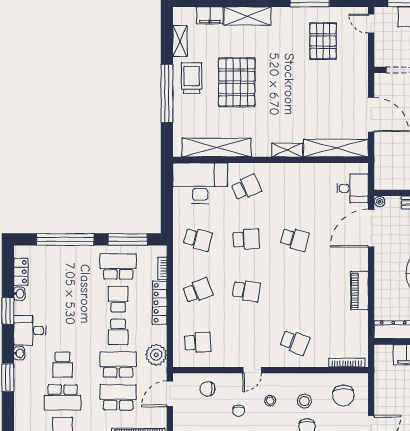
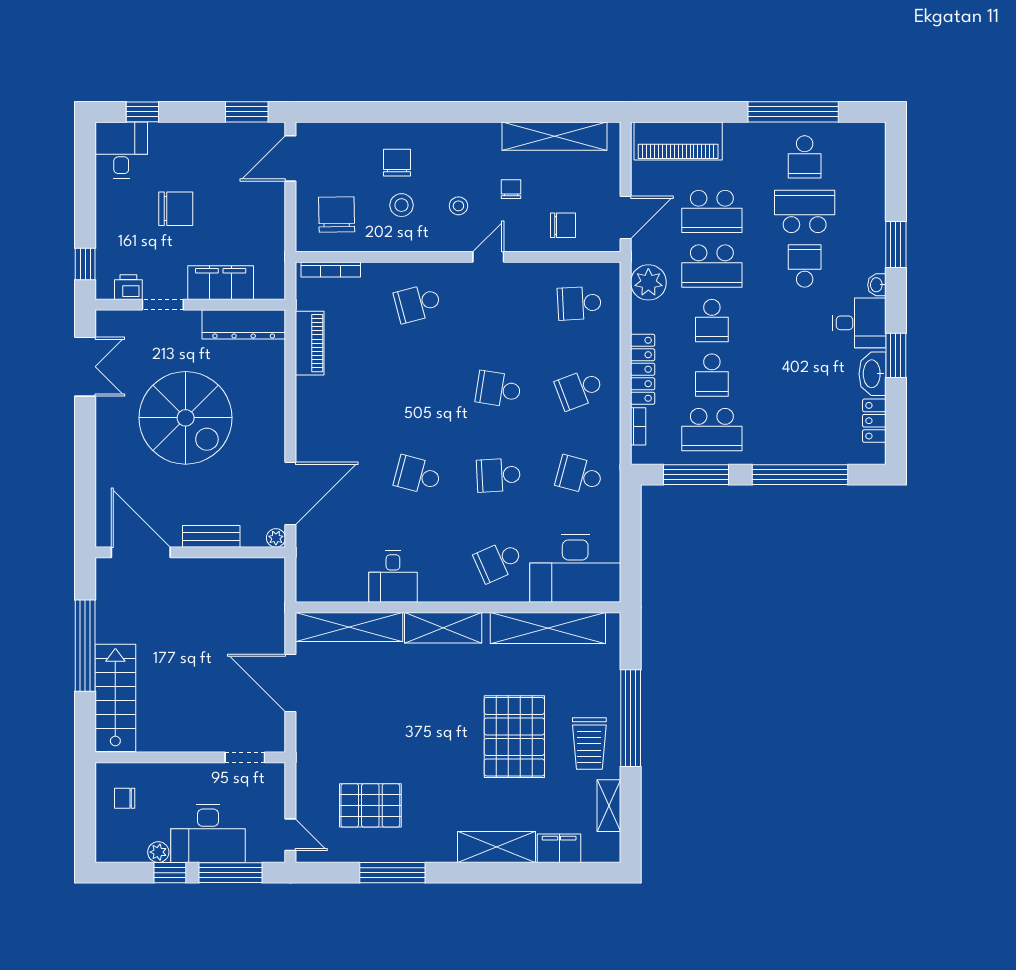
pallet: (323, 41) -> (370, 805), turned 90
shelving: (287, 150) -> (443, 628), width x1.50, depth x1.33
desk: (352, 188) -> (393, 576), moved, turned -90
piano: (359, 290) -> (310, 343), moved
washbasin: (19, 294) -> (872, 374), width x1.91, depth x1.45
school desk: (118, 332) -> (712, 321), turned 180
school desk: (295, 342) -> (418, 303), turned -36

